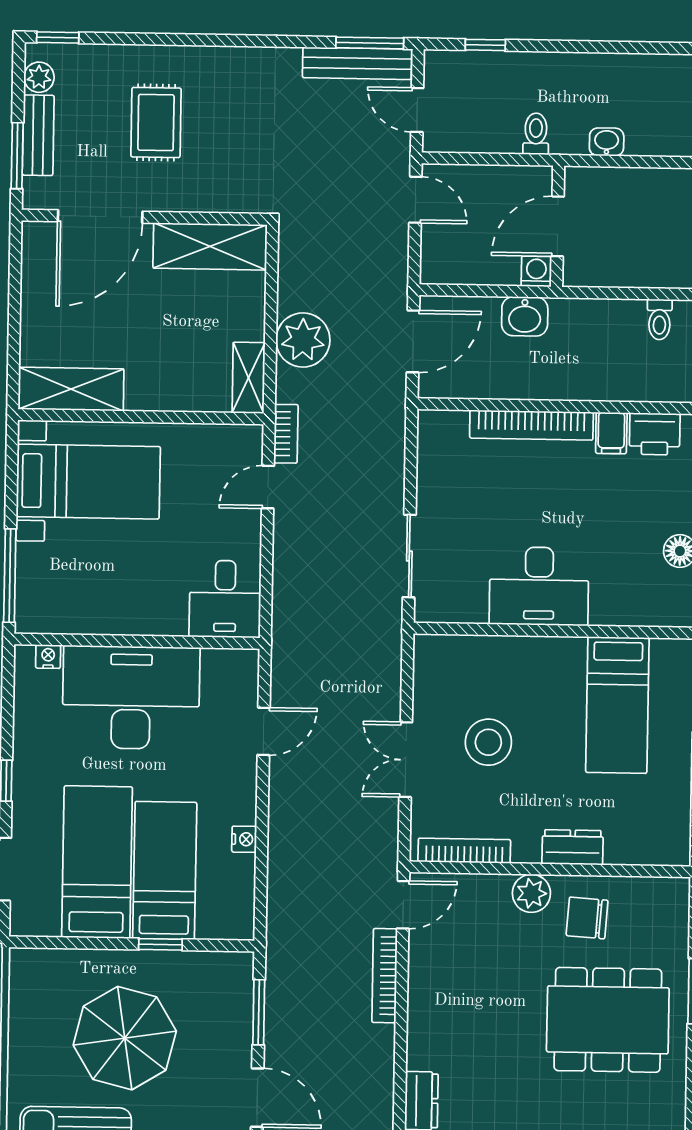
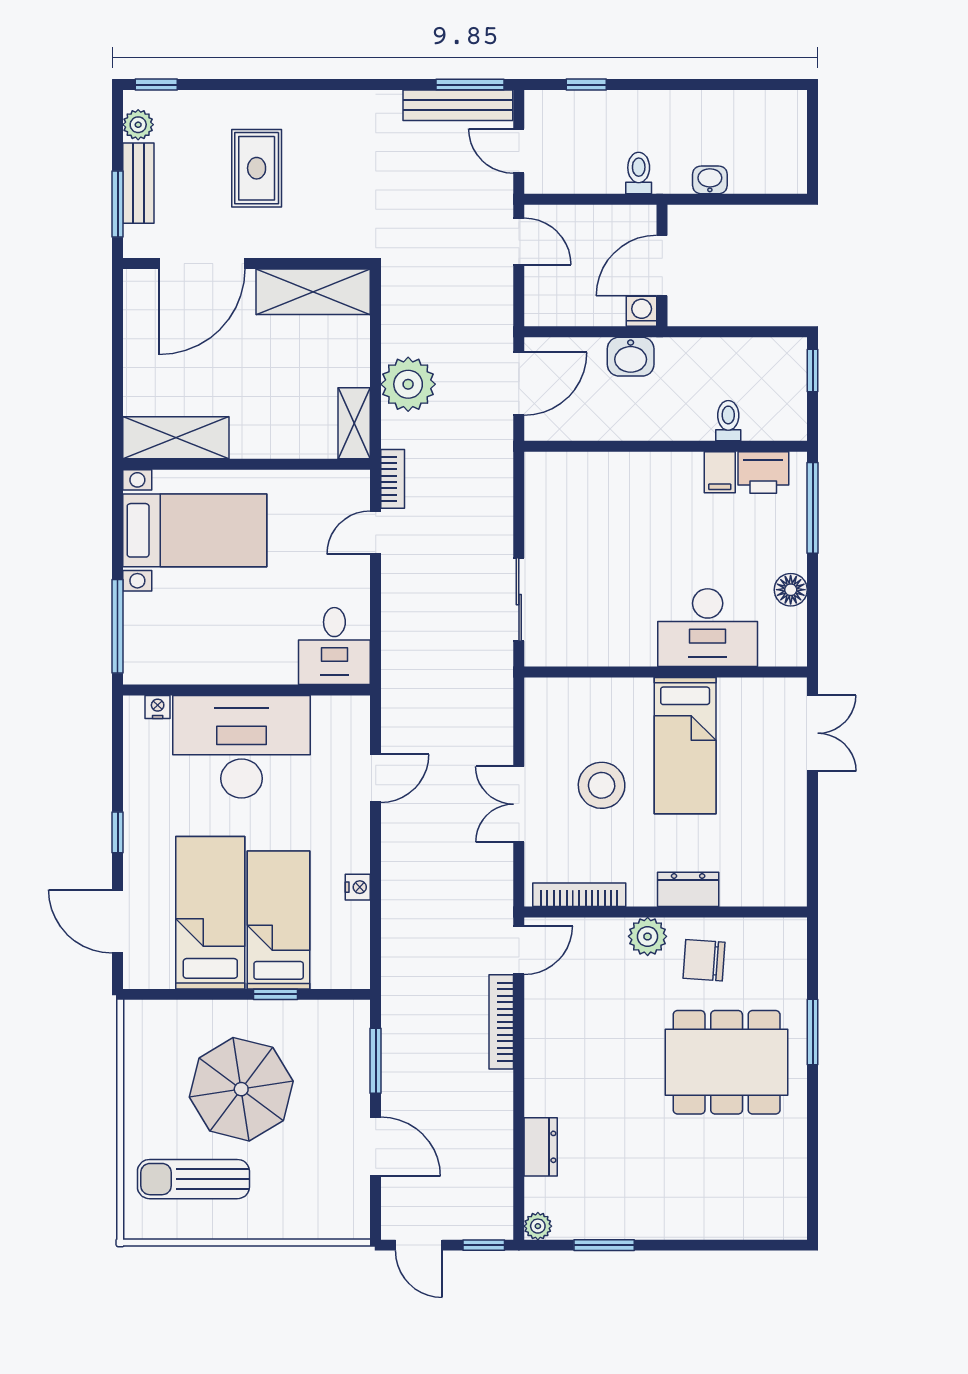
toilet: (659, 319) -> (728, 421), moved, turned 180
bookcase: (531, 425) -> (639, 466), removed
desk: (539, 586) -> (708, 628), moved
bed: (617, 705) -> (685, 746), moved

